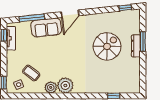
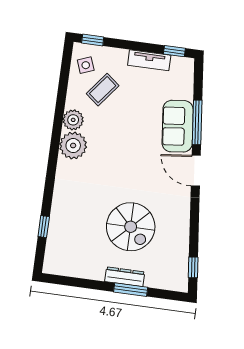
window: (32, 18) -> (197, 122), moved
tv unit: (11, 38) -> (149, 60), moved

